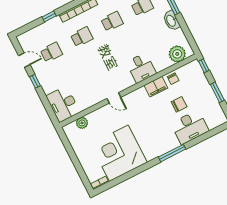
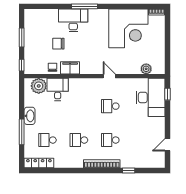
school desk: (51, 52) -> (110, 106), moved
door: (24, 60) -> (168, 145), hinge flipped
desk: (141, 68) -> (58, 89), moved
window: (35, 81) -> (168, 94), moved
desk: (63, 104) -> (151, 97), width x1.36, depth x1.30
desk: (190, 127) -> (73, 20), moved

